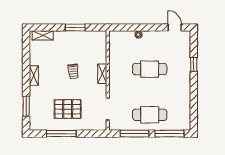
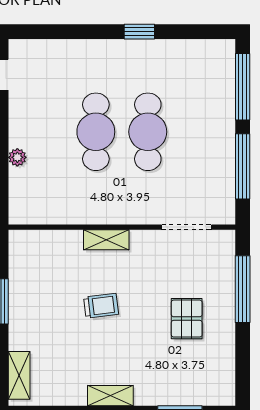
window: (194, 64) -> (139, 32), moved
pallet: (68, 109) -> (187, 319), width x0.67, depth x0.71
cafe table: (150, 115) -> (148, 132), moved
window: (61, 134) -> (243, 289), moved

